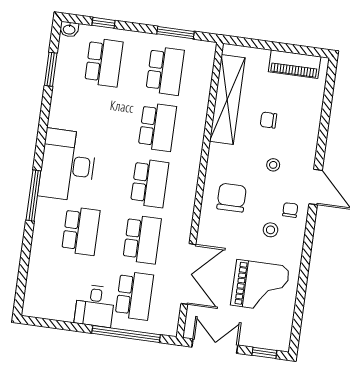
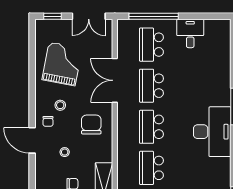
chair: (232, 198) -> (91, 125), turned 180
school desk: (81, 231) -> (196, 86), removed
double door: (188, 274) -> (115, 80), moved
grand piano: (260, 286) -> (62, 64), turned 101
desk: (95, 306) -> (190, 33), moved

